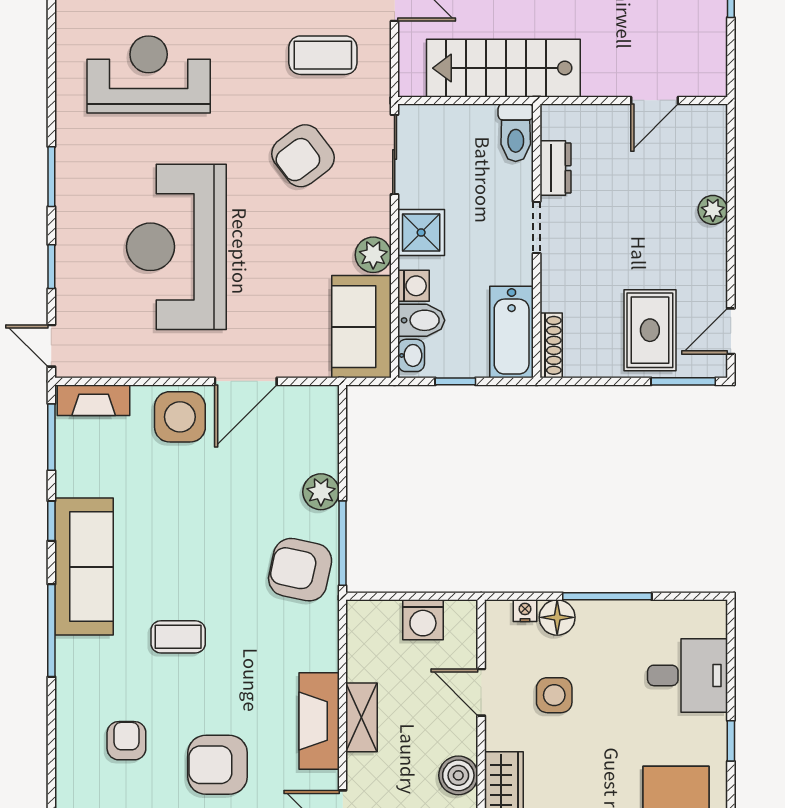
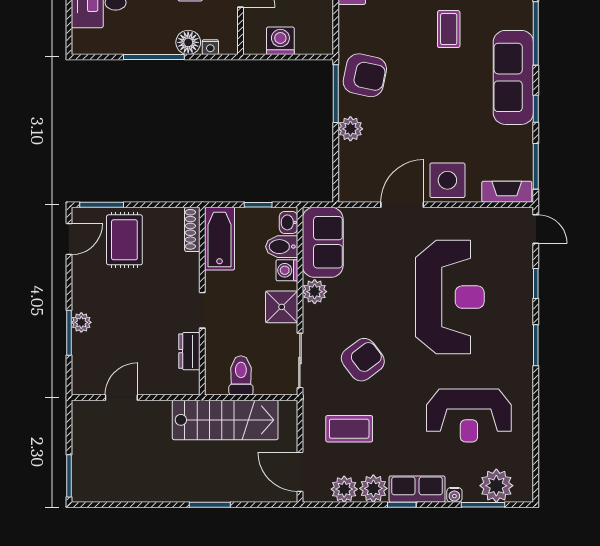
toilet: (516, 133) -> (241, 375), moved
window: (731, 195) -> (69, 333), added
coffee table: (178, 637) -> (449, 29), turned 90

